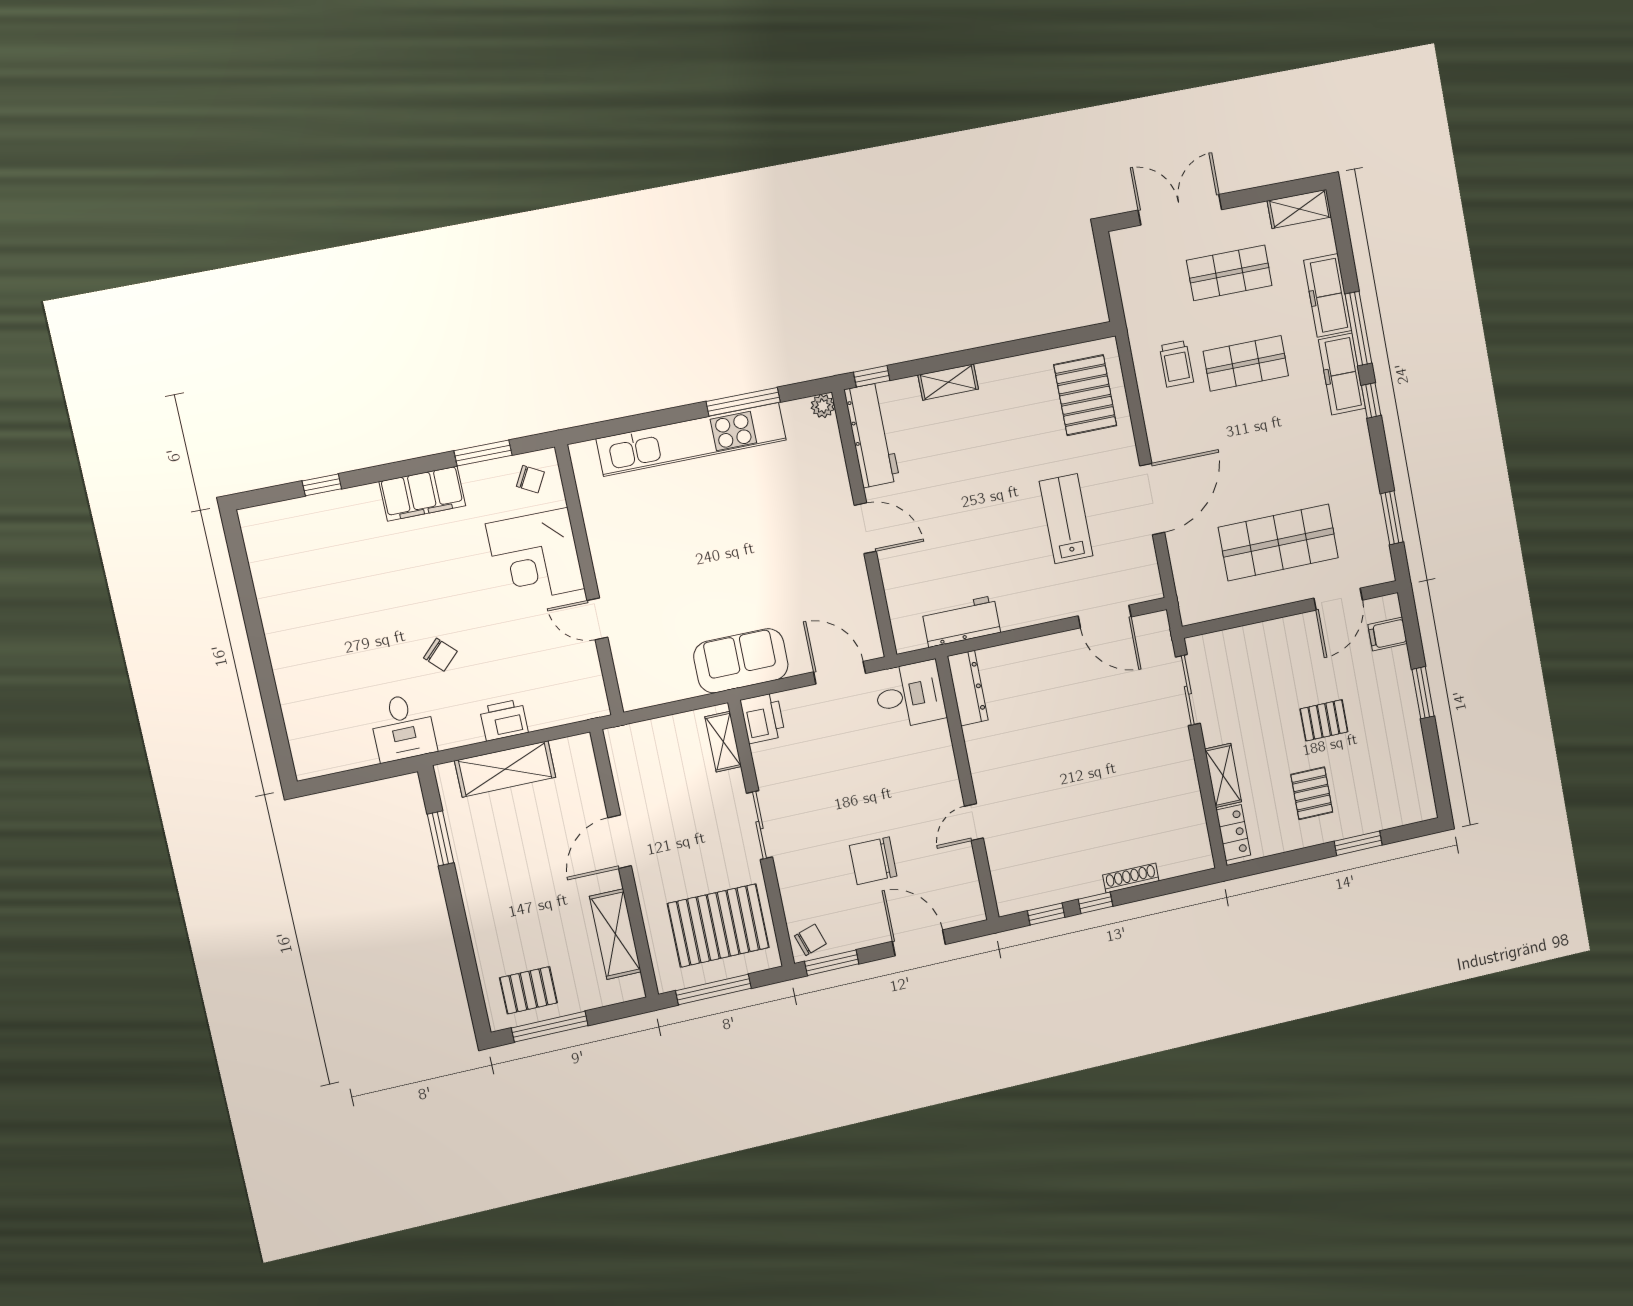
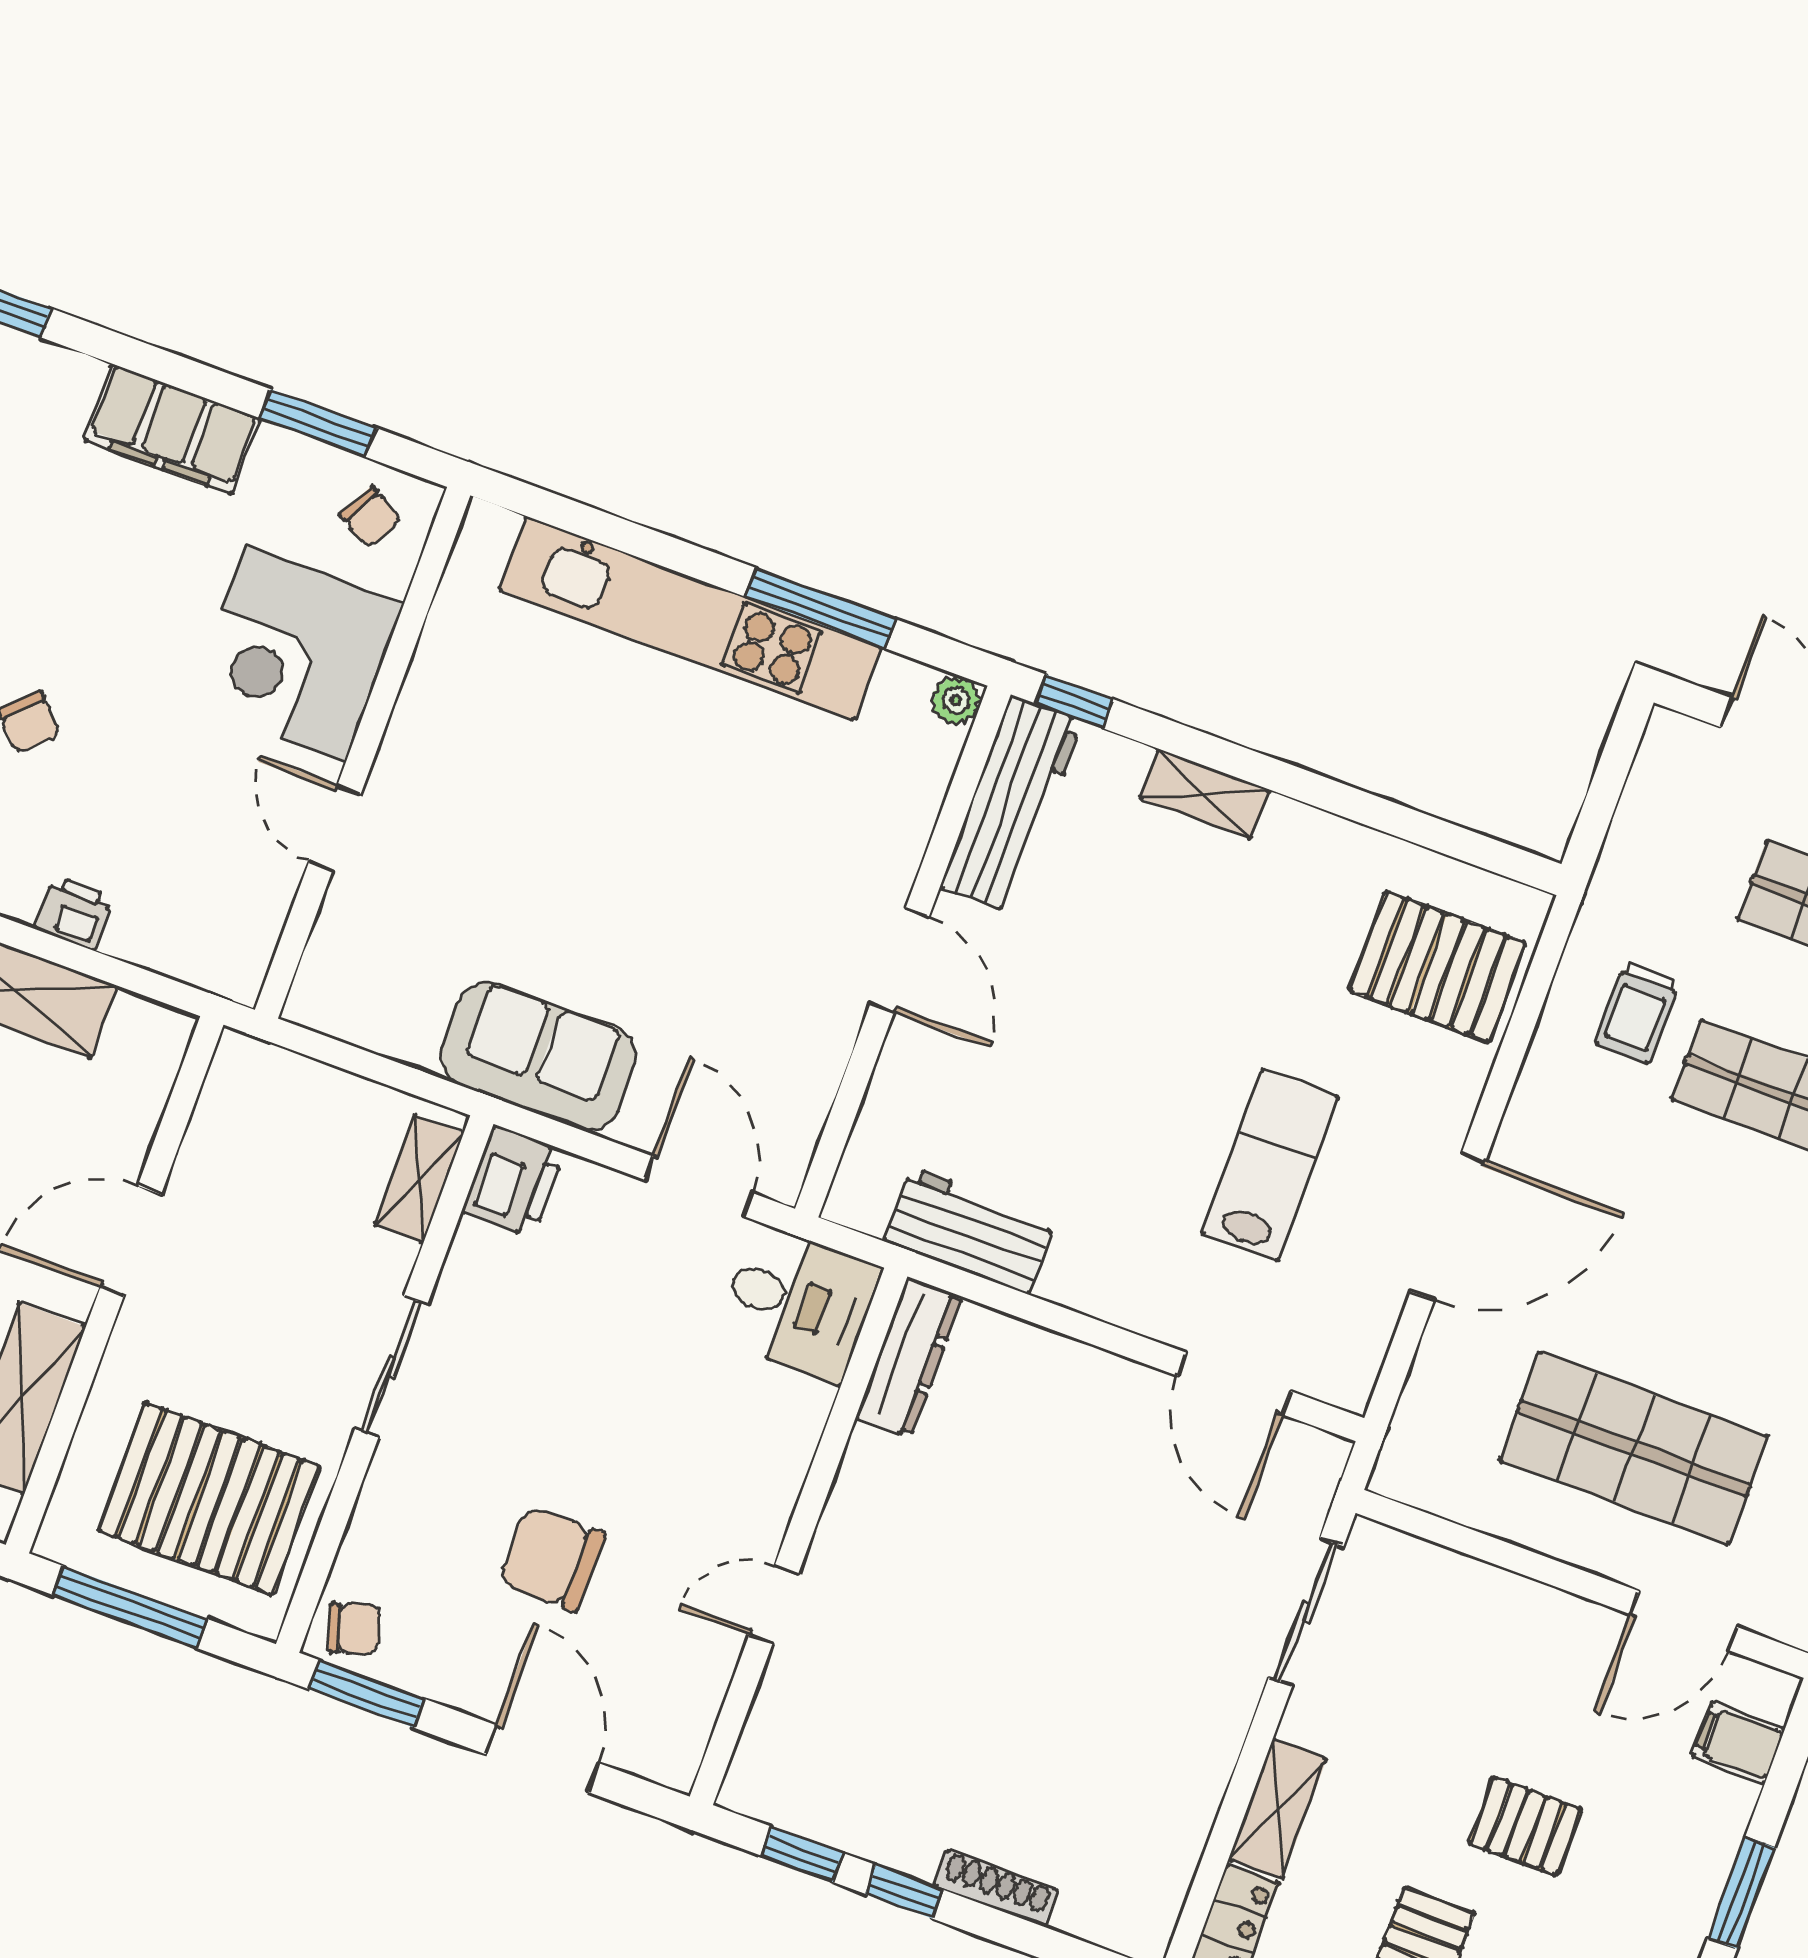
pallet: (1085, 395) -> (1437, 967), turned 90
printer: (504, 720) -> (74, 913), width x0.73, depth x0.81

